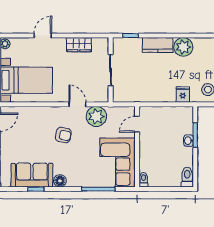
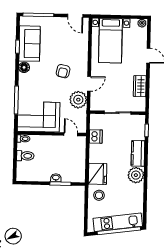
dishwasher: (139, 95) -> (96, 136), added
fridge: (183, 95) -> (98, 174), width x1.88, depth x1.34
toilet: (187, 177) -> (25, 156), moved

